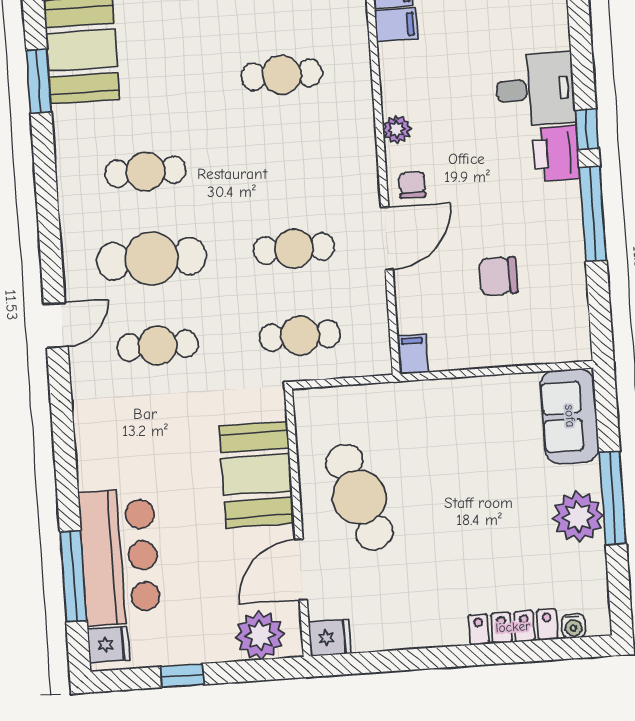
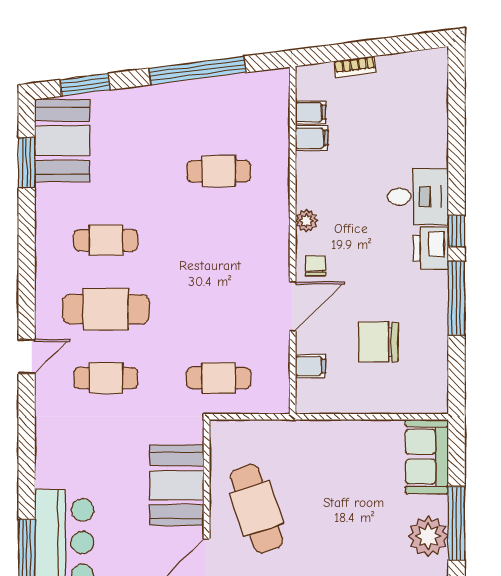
cafe table: (294, 249) -> (219, 309), removed
chair: (498, 276) -> (378, 342), width x1.37, depth x1.37
filing cabinet: (413, 354) -> (310, 366), moved, turned 90

